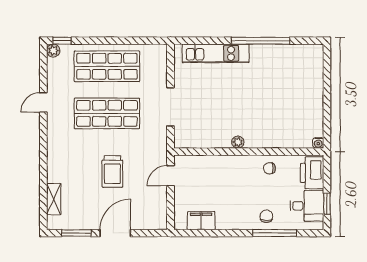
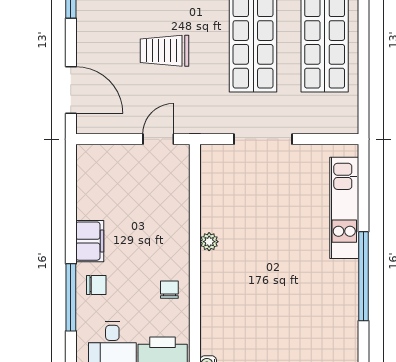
door: (171, 176) -> (158, 139), hinge flipped
filing cabinet: (201, 221) -> (90, 241), moved
door: (115, 233) -> (71, 90), moved

